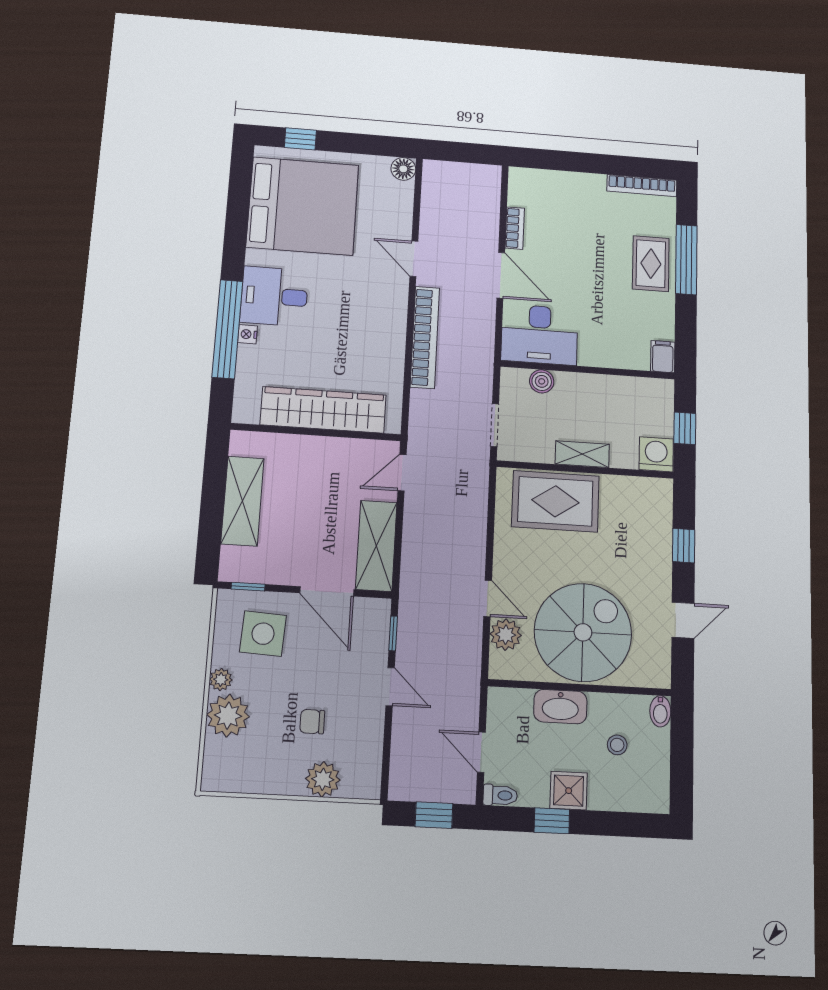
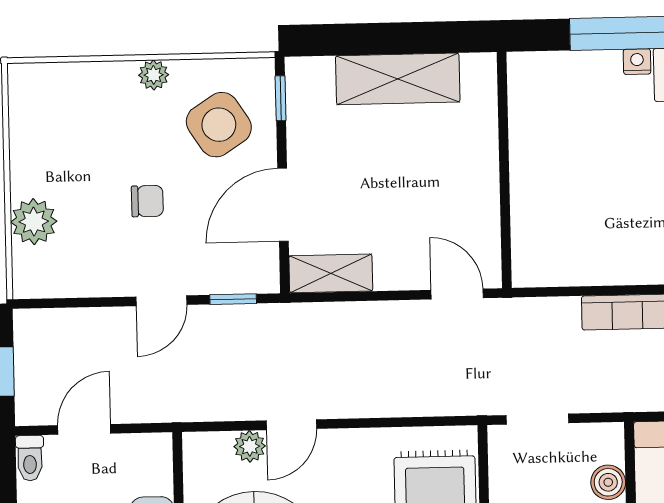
wardrobe: (323, 410) -> (537, 177), removed
shelving: (376, 546) -> (331, 273), width x0.67, depth x0.75
side table: (263, 634) -> (219, 125), turned -36
plant: (506, 635) -> (250, 446), width x0.73, depth x0.73
plant: (228, 716) -> (107, 89), removed
chair: (312, 722) -> (147, 201), moved, turned 90

